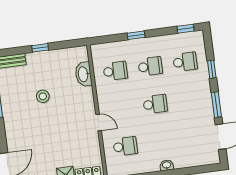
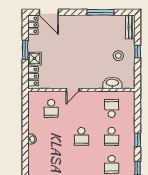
window: (136, 35) -> (138, 140), moved
school desk: (115, 71) -> (112, 108), turned 180
stool: (43, 96) -> (118, 56), moved

